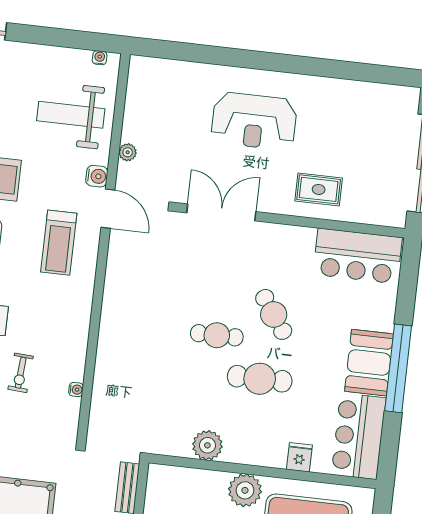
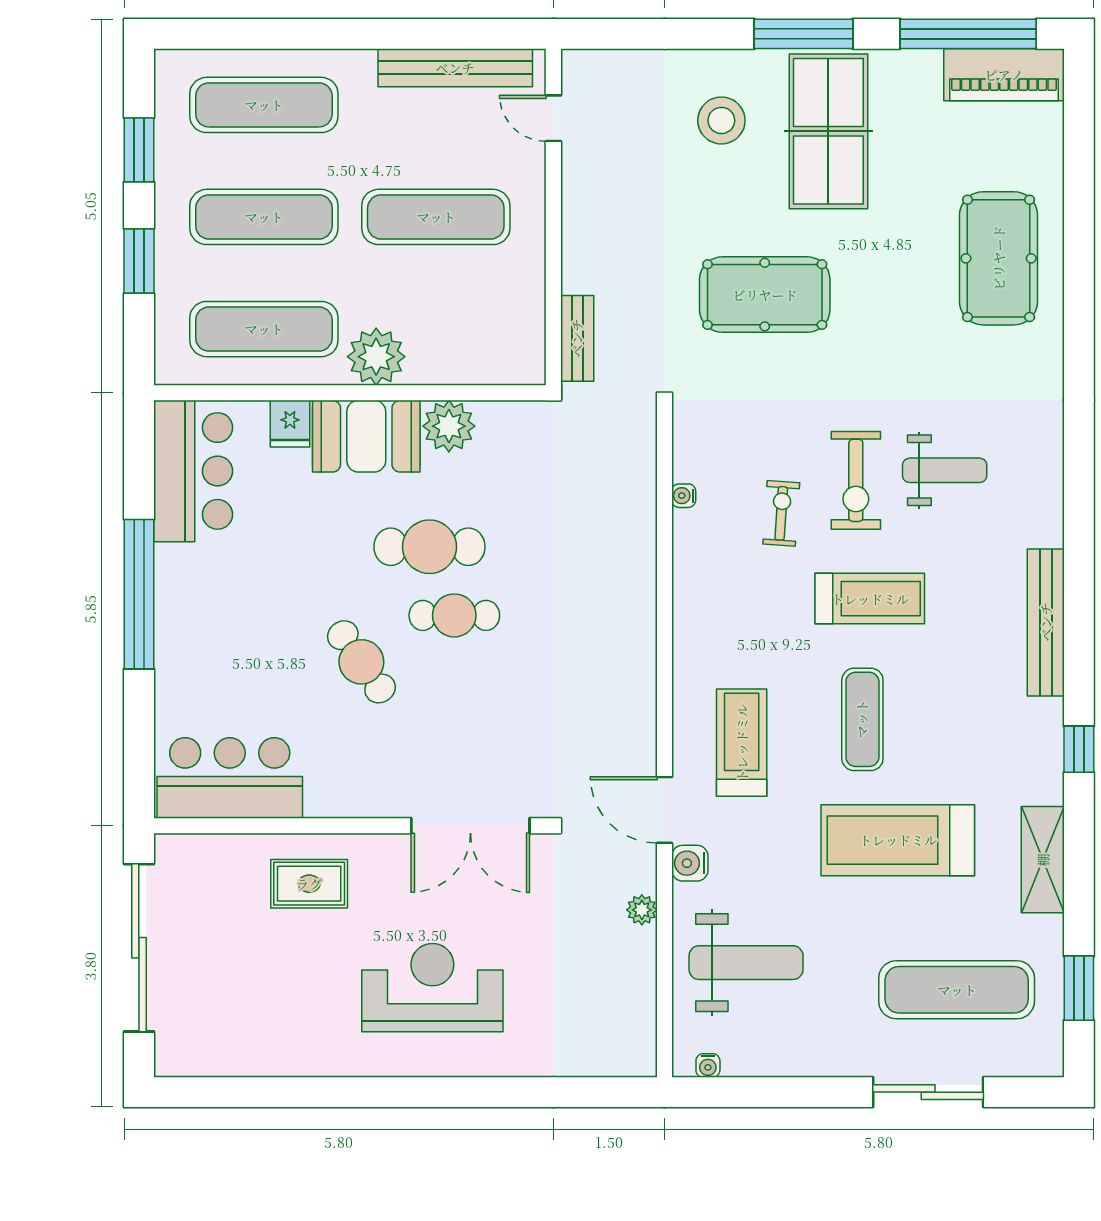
booth: (369, 363) -> (366, 436), moved, turned 90
cafe table: (260, 379) -> (429, 547), moved

